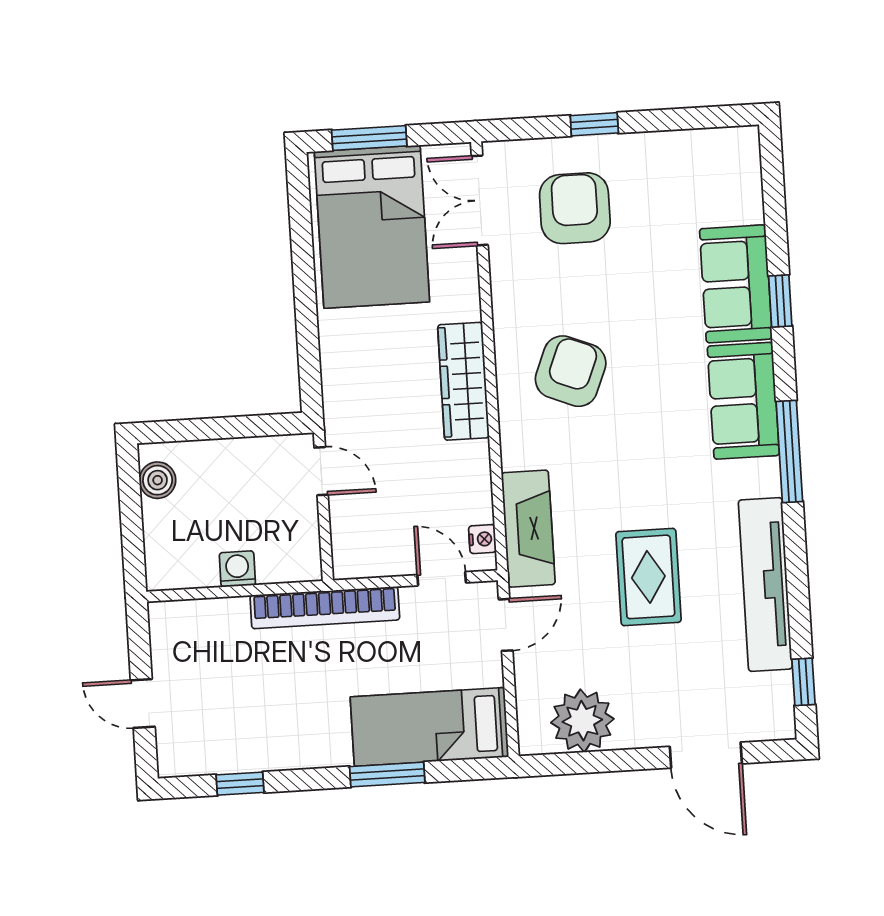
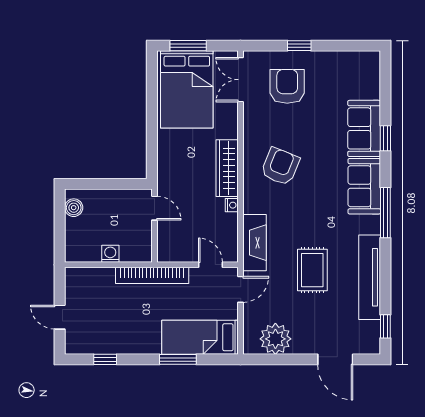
nightstand: (482, 539) -> (232, 205), moved

